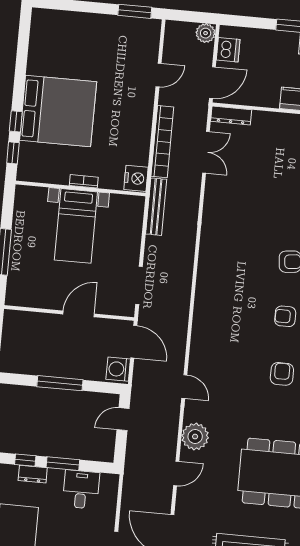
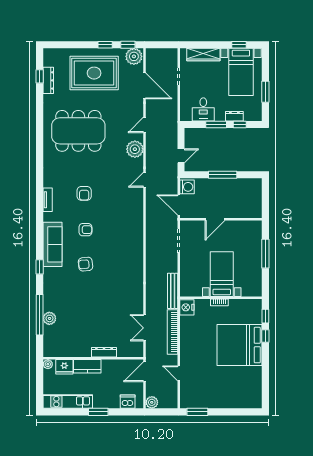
dishwasher: (228, 50) -> (128, 402), moved, turned 90
door: (159, 75) -> (179, 373), hinge flipped
dresser: (231, 115) -> (104, 352), moved
door: (184, 387) -> (145, 180), hinge flipped

